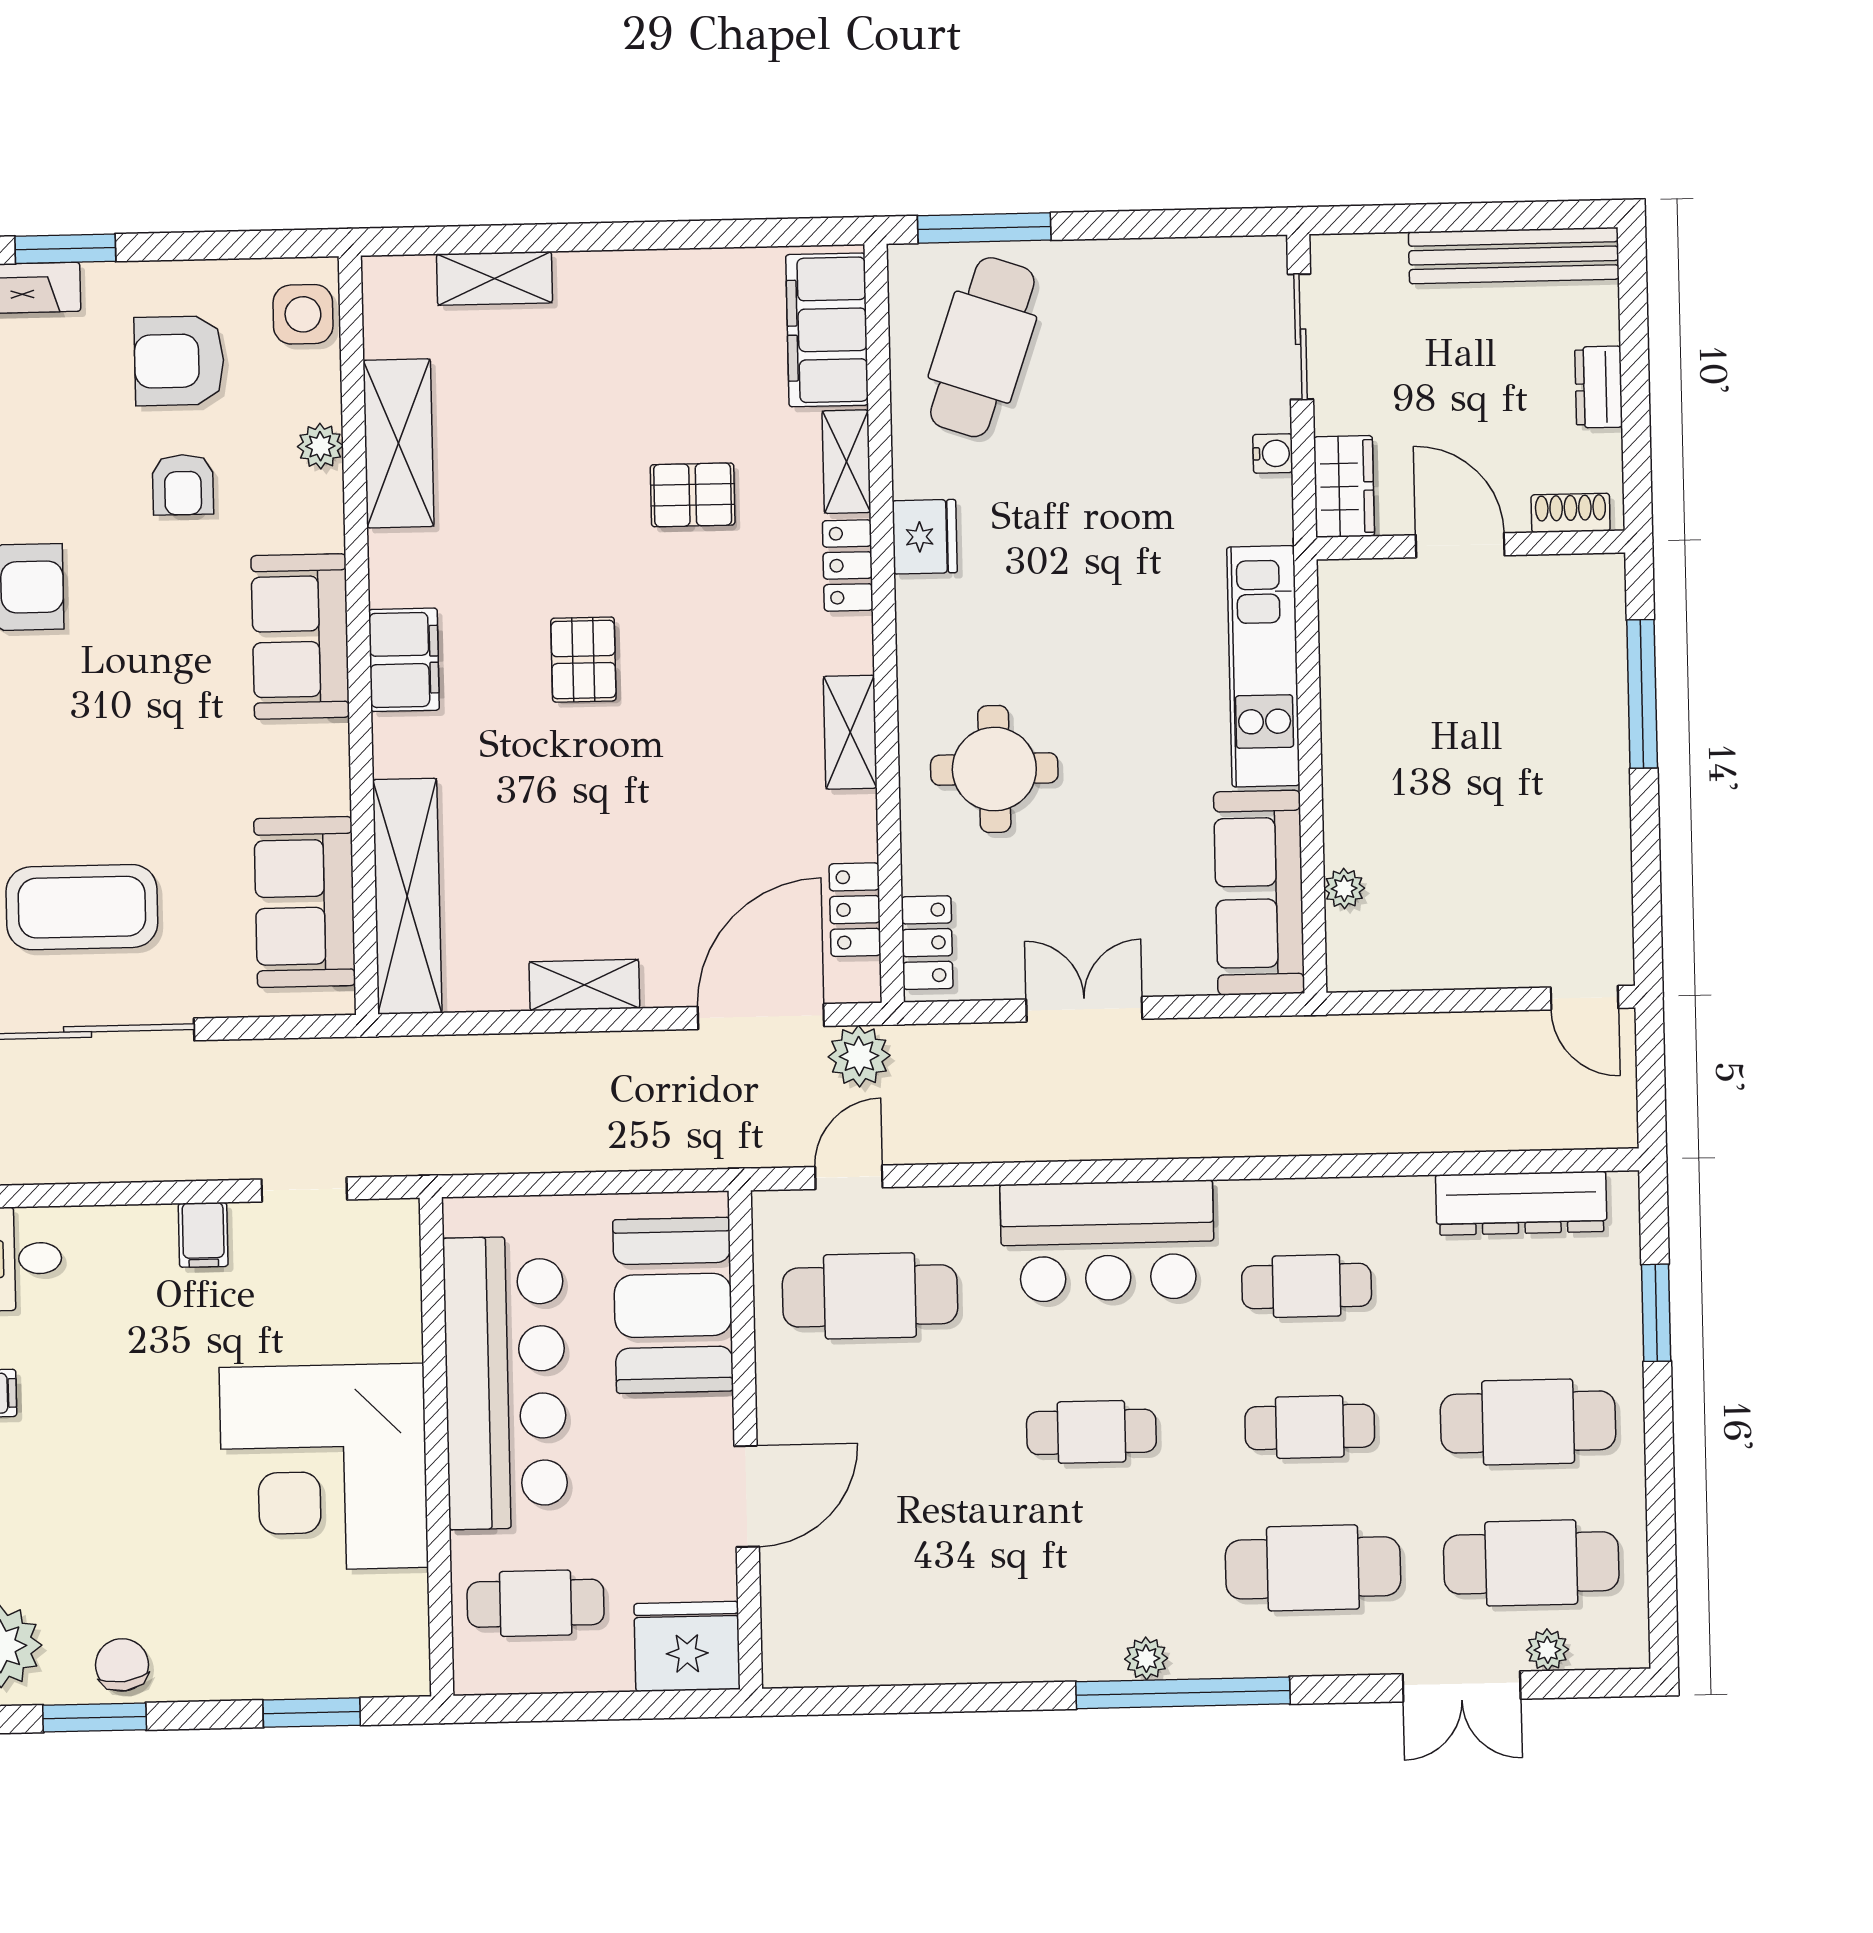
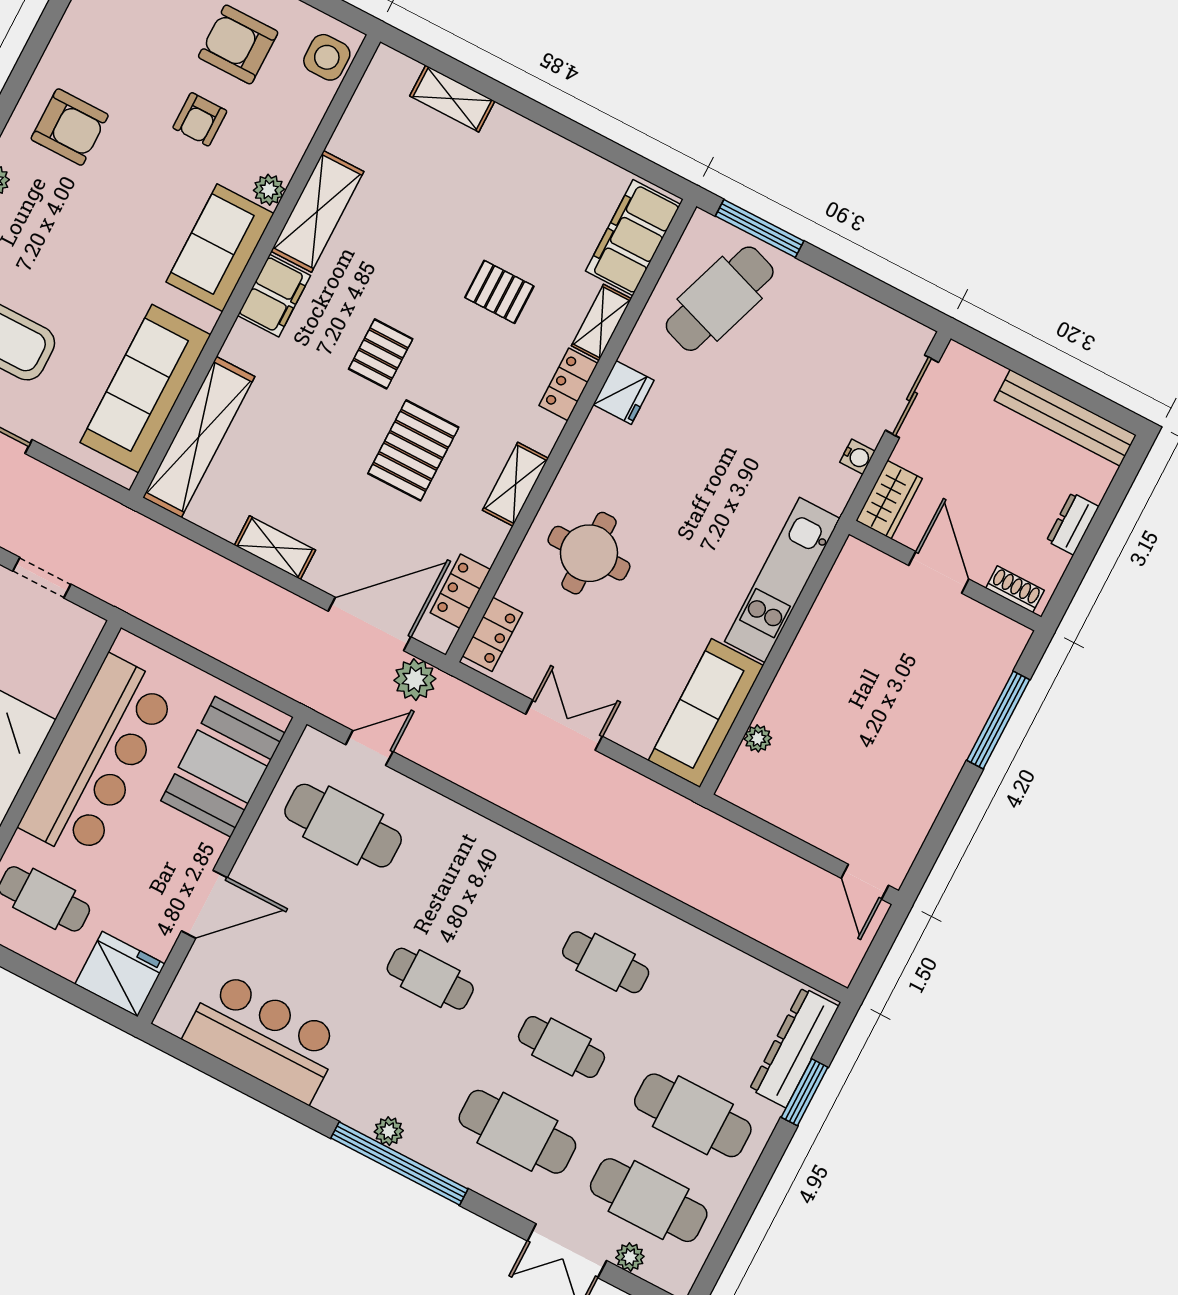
shelving: (399, 443) -> (317, 211), moved
plant: (320, 446) -> (269, 190), moved
pallet: (694, 761) -> (413, 450), added
sofa: (305, 902) -> (145, 389), width x1.36
dresser: (1521, 1203) -> (794, 1048), moved, turned 90
bar counter: (1107, 1241) -> (263, 1037), moved, turned 180

